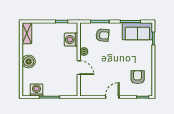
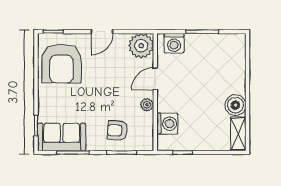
boiler: (29, 62) -> (235, 105), moved
door: (79, 68) -> (155, 79), hinge flipped
armchair: (138, 77) -> (61, 64), width x1.88, depth x1.88
plant: (88, 88) -> (141, 46), added
washing machine: (36, 90) -> (174, 43), moved

